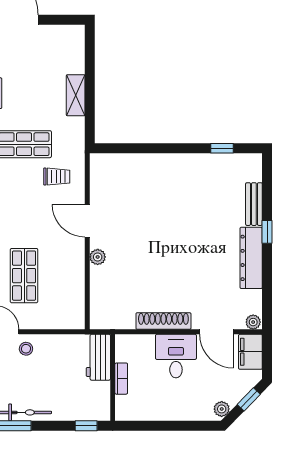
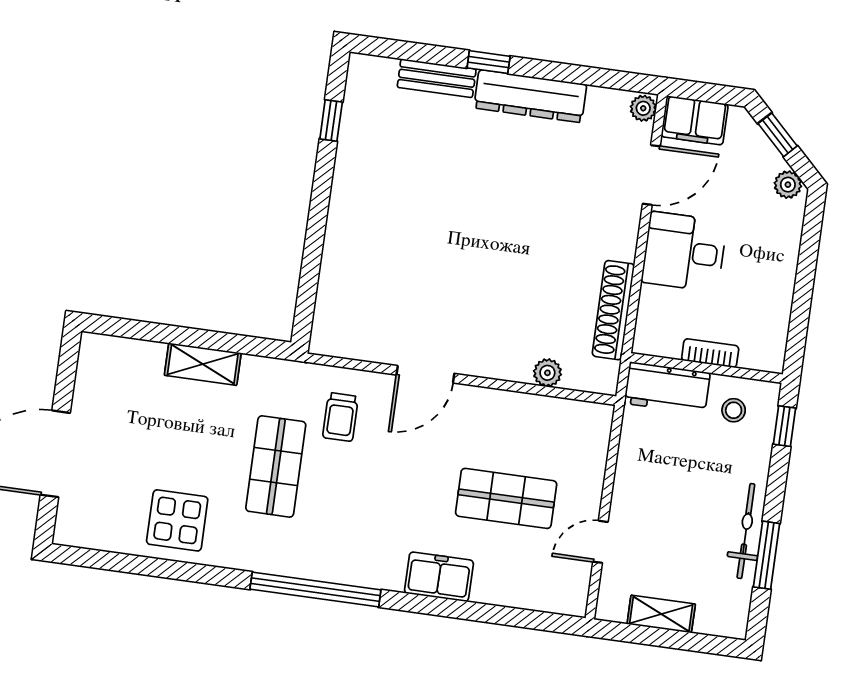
trolley: (57, 177) -> (340, 417), turned 180
plant: (98, 257) -> (547, 373), moved
shoe rack: (163, 321) -> (613, 310), moved
stool: (26, 349) -> (734, 410), moved

